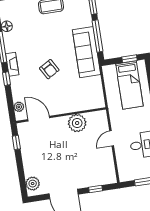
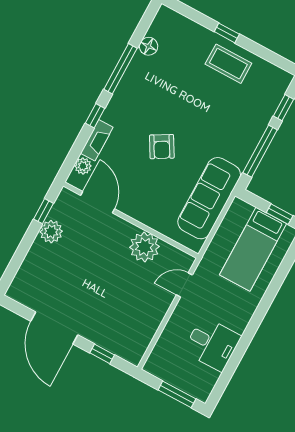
sofa: (87, 52) -> (209, 198), moved
fireplace: (12, 64) -> (97, 140), moved
door: (112, 138) -> (184, 285), moved
plant: (33, 184) -> (51, 232), moved

